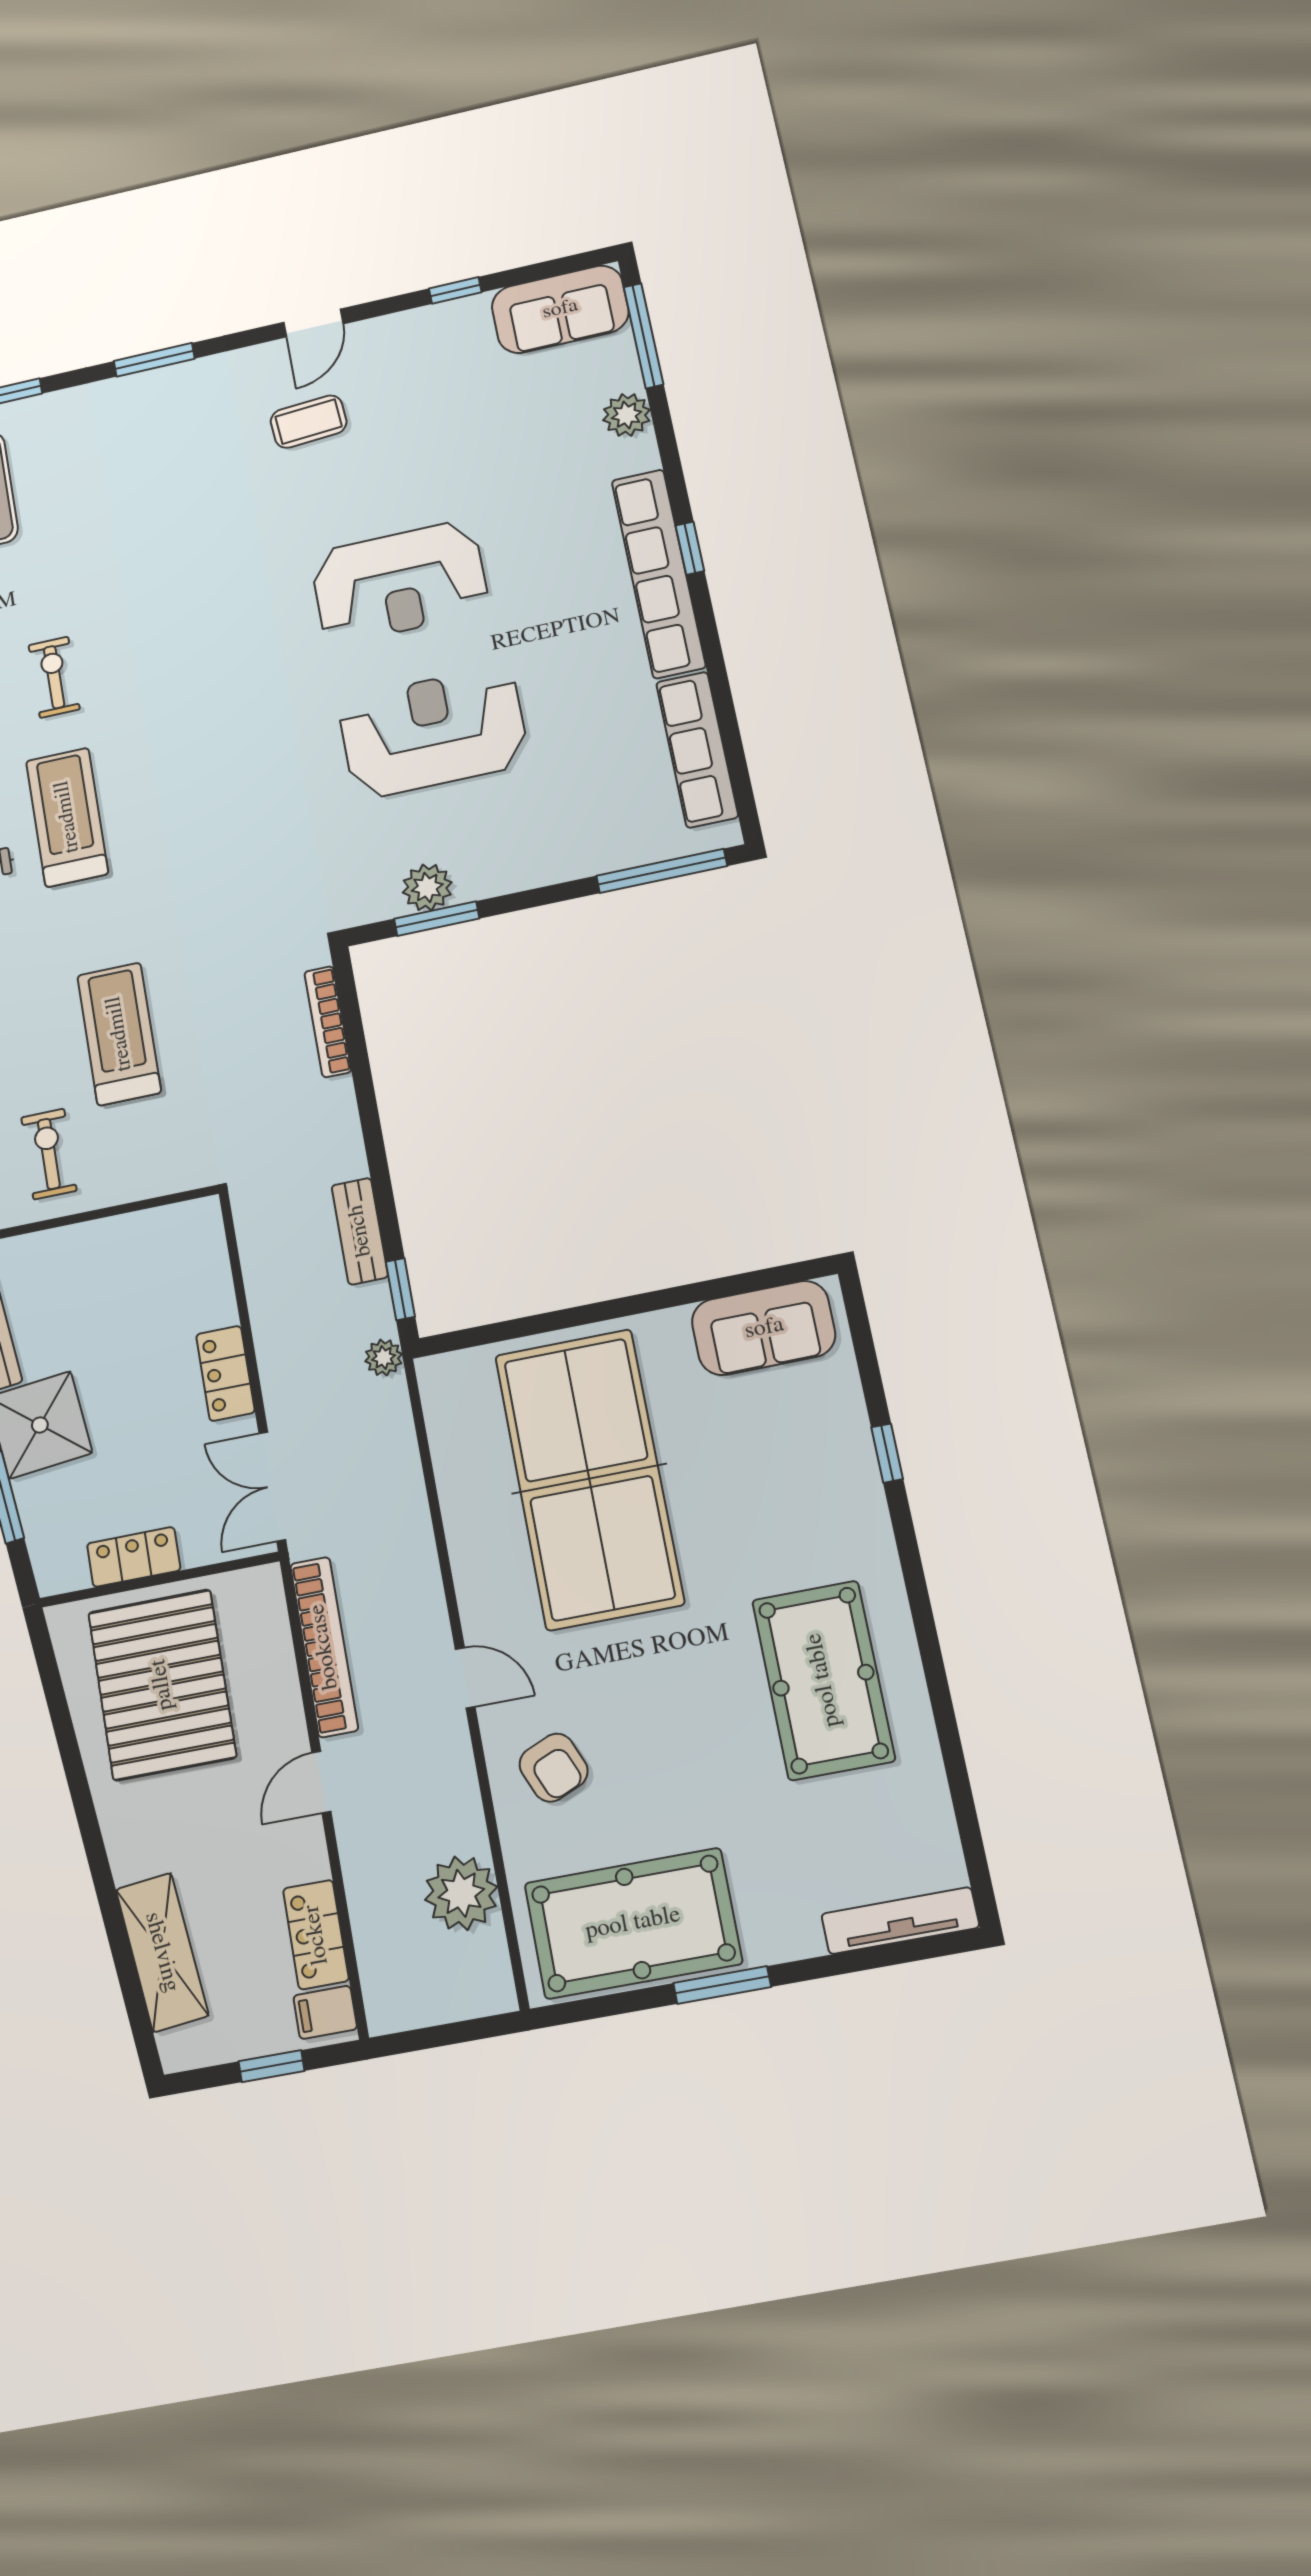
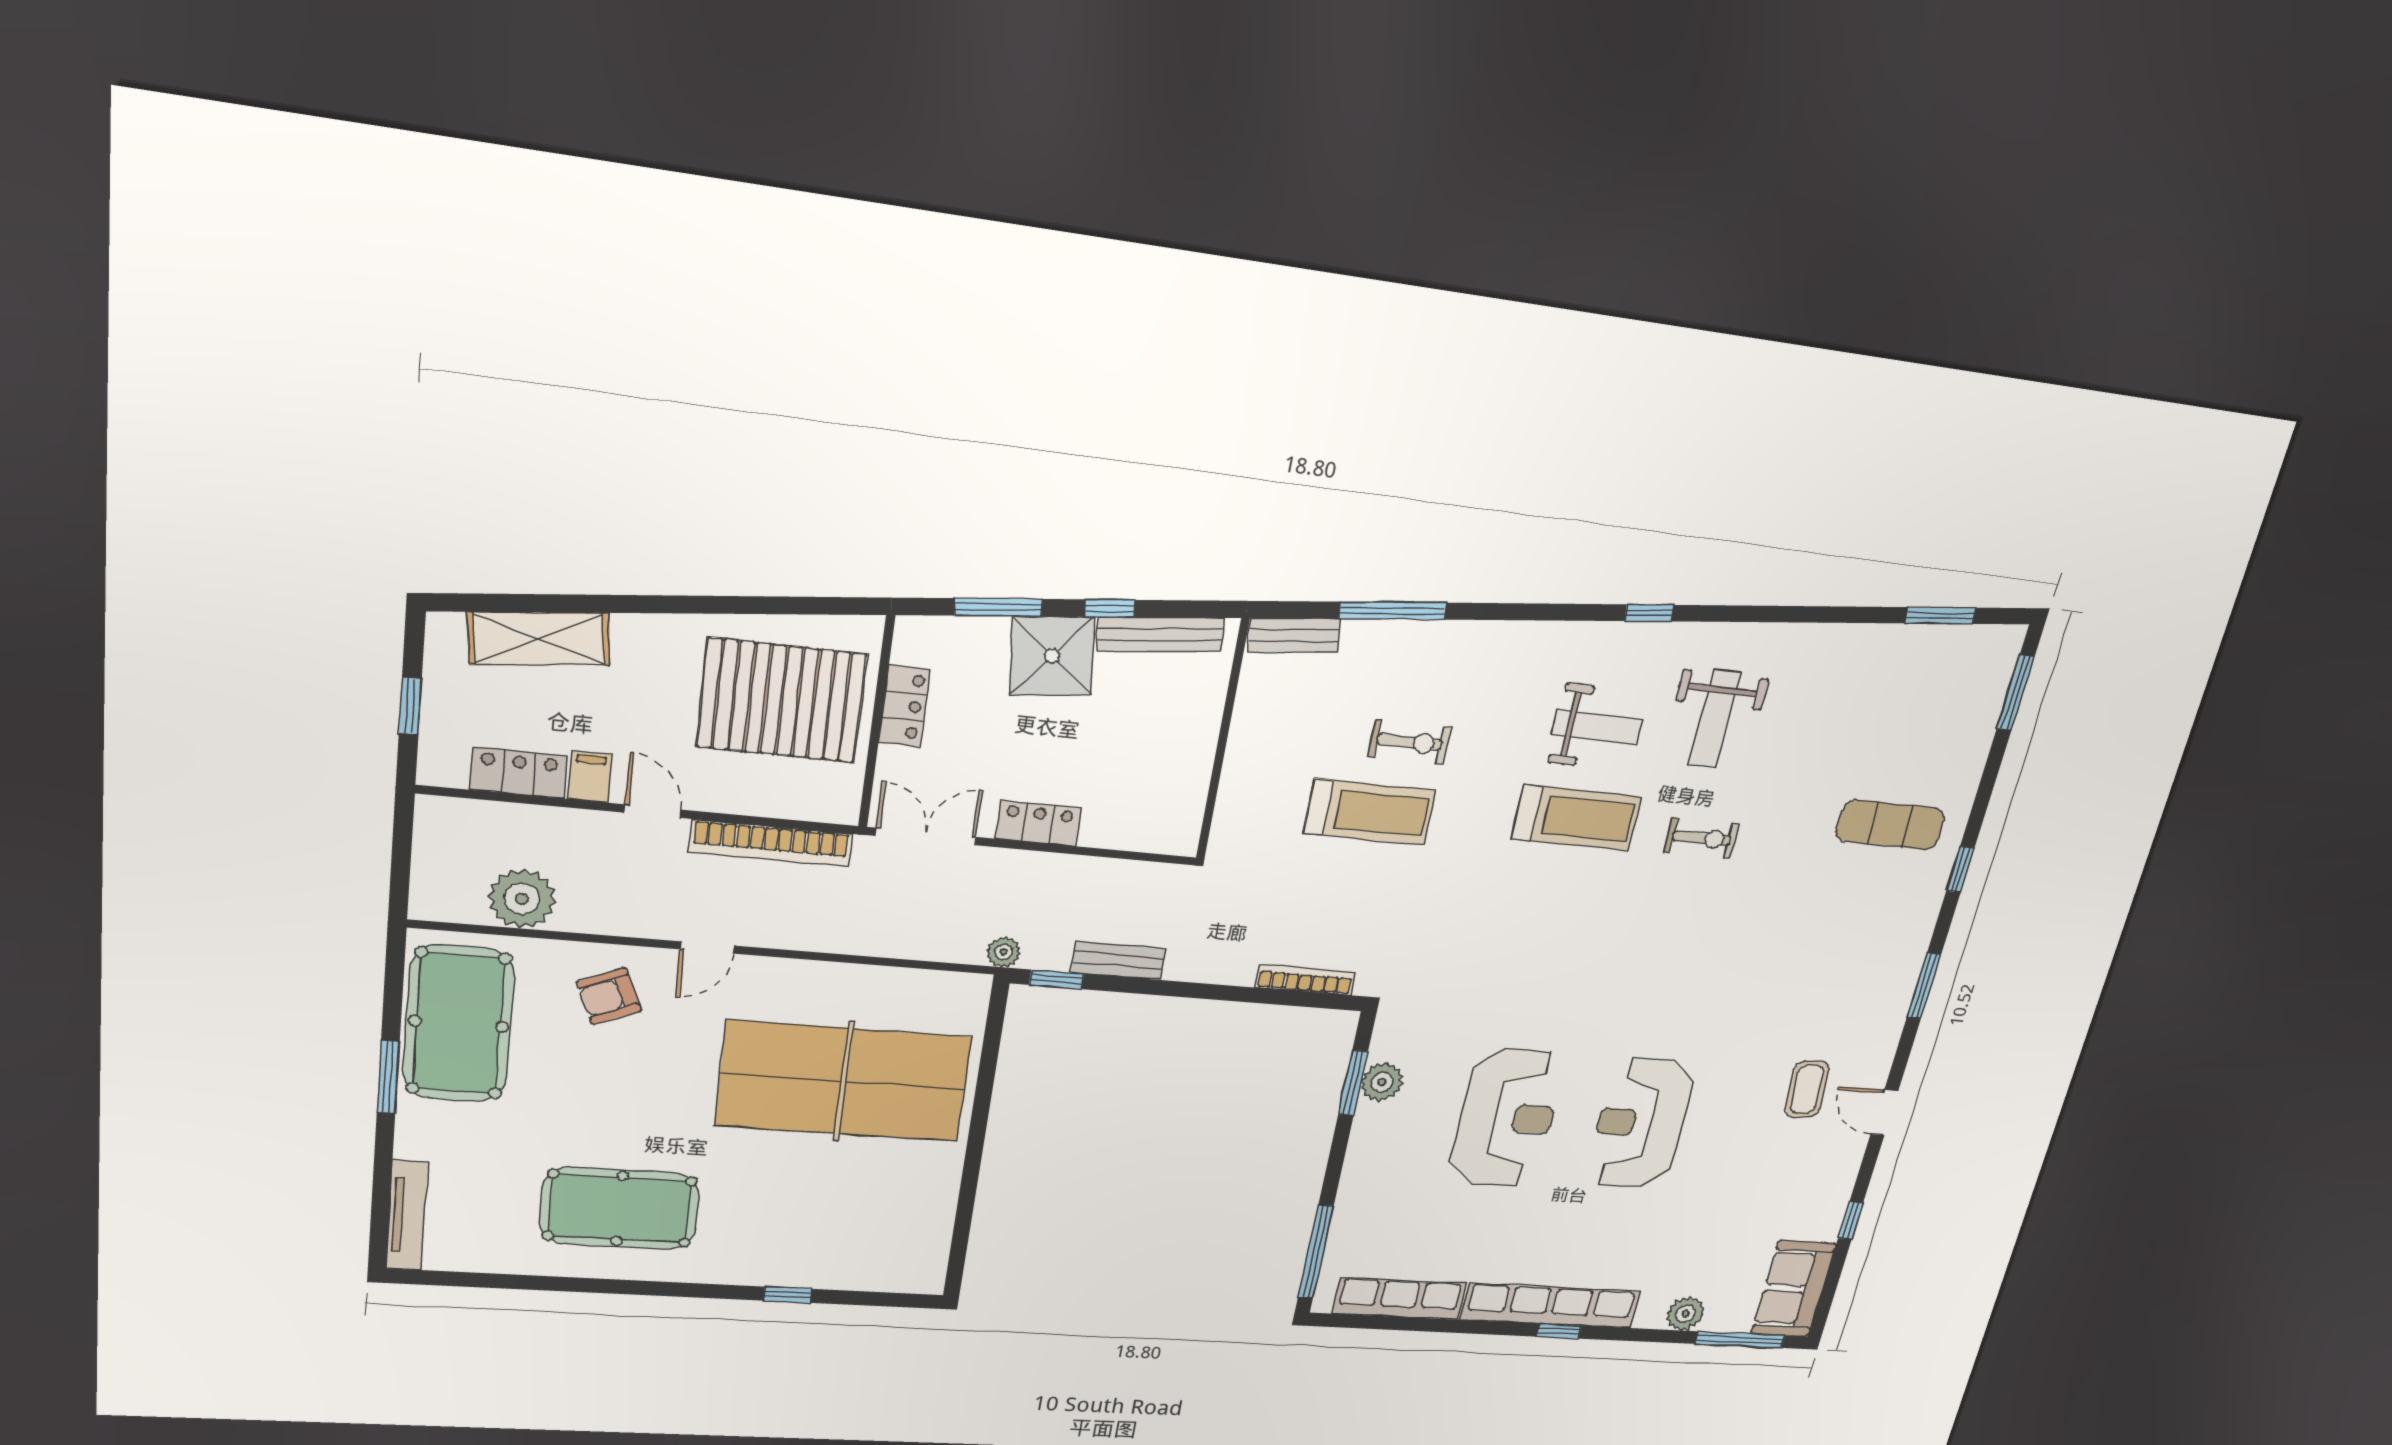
exercise bike: (49, 1154) -> (1410, 742), moved
sofa: (764, 1328) -> (920, 1235), removed
filing cabinet: (325, 2012) -> (590, 777), moved

